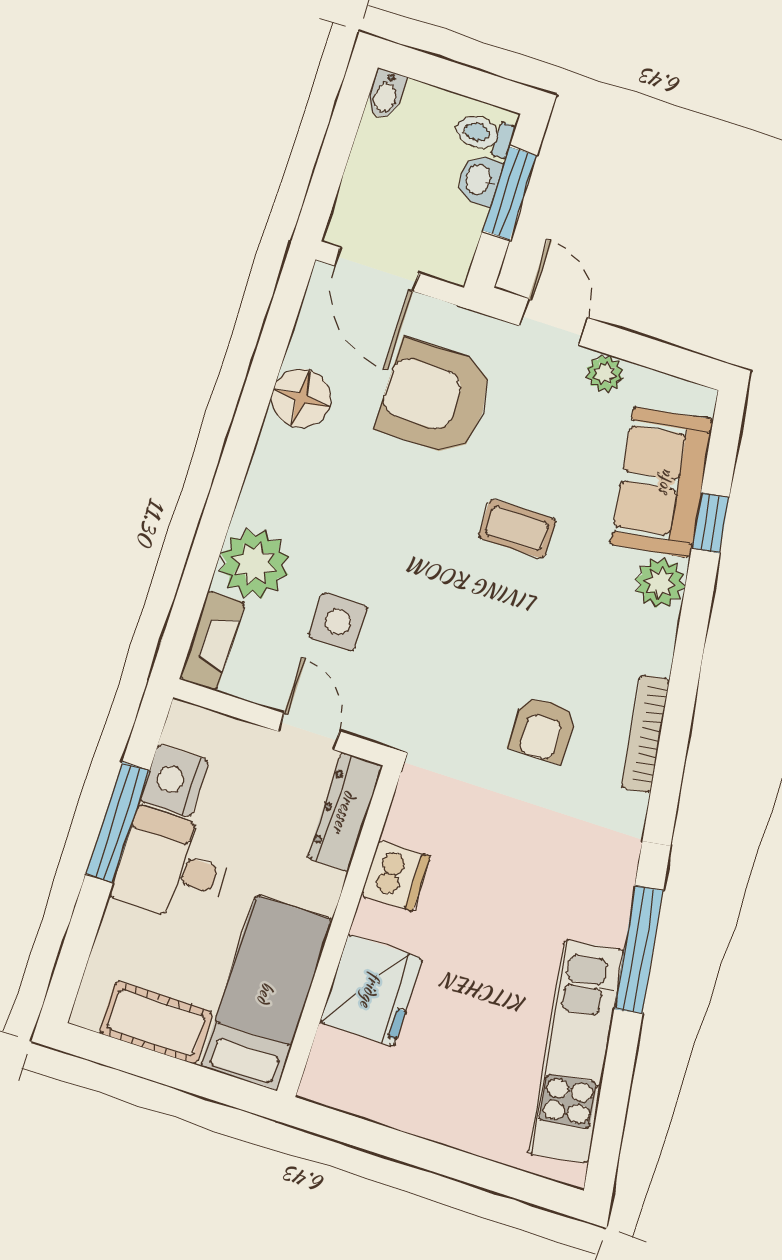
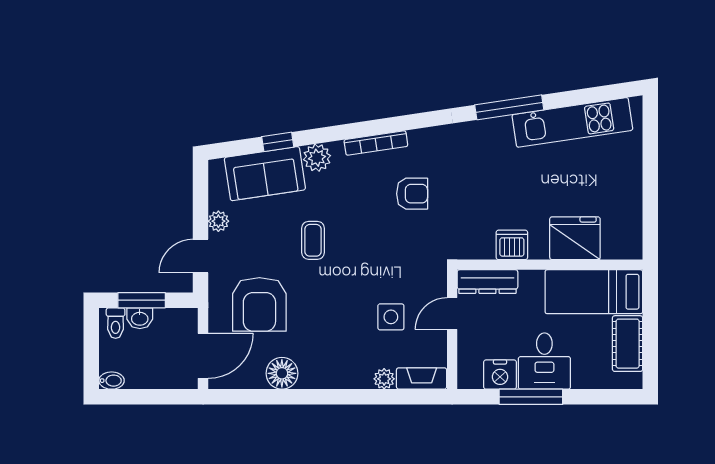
plant: (254, 564) -> (384, 379), width x0.53, depth x0.53
bookcase: (646, 734) -> (376, 143), moved

